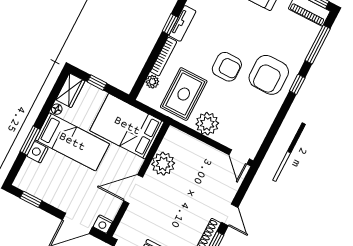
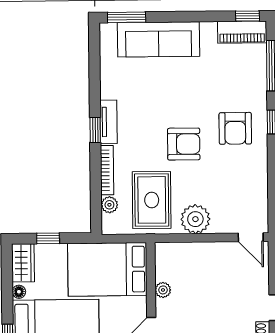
armchair: (269, 75) -> (235, 128), width x0.73, depth x0.73
plant: (163, 164) -> (163, 290), width x0.53, depth x0.53

